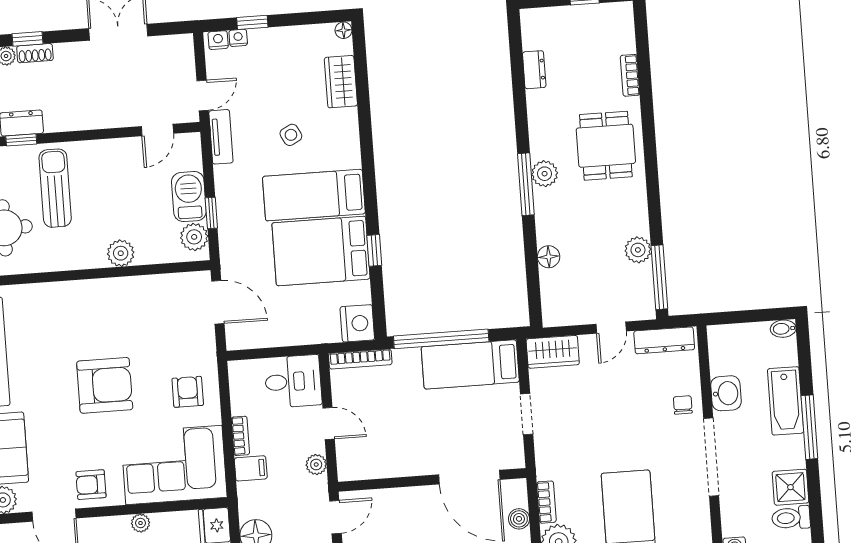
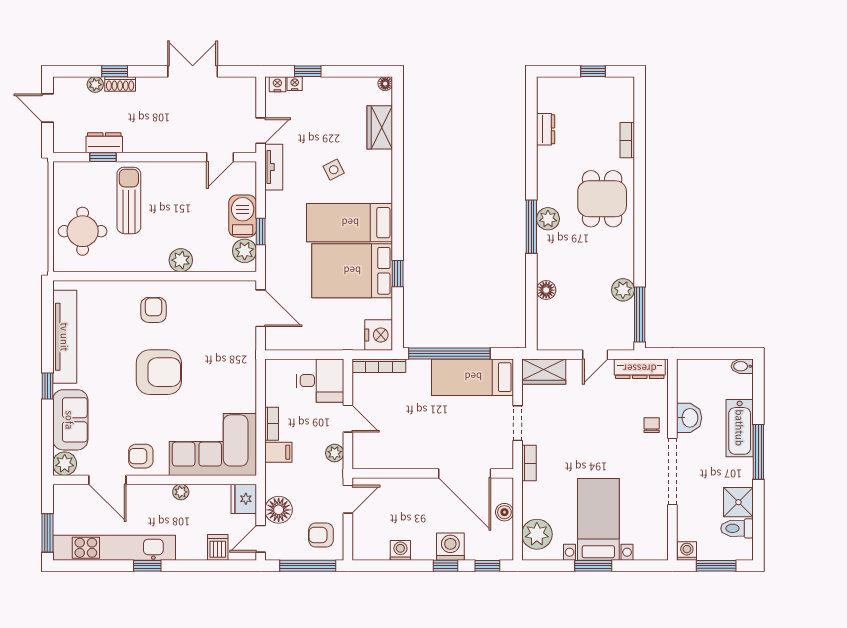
armchair: (188, 392) -> (154, 310), moved
bookcase: (546, 502) -> (529, 463), moved

